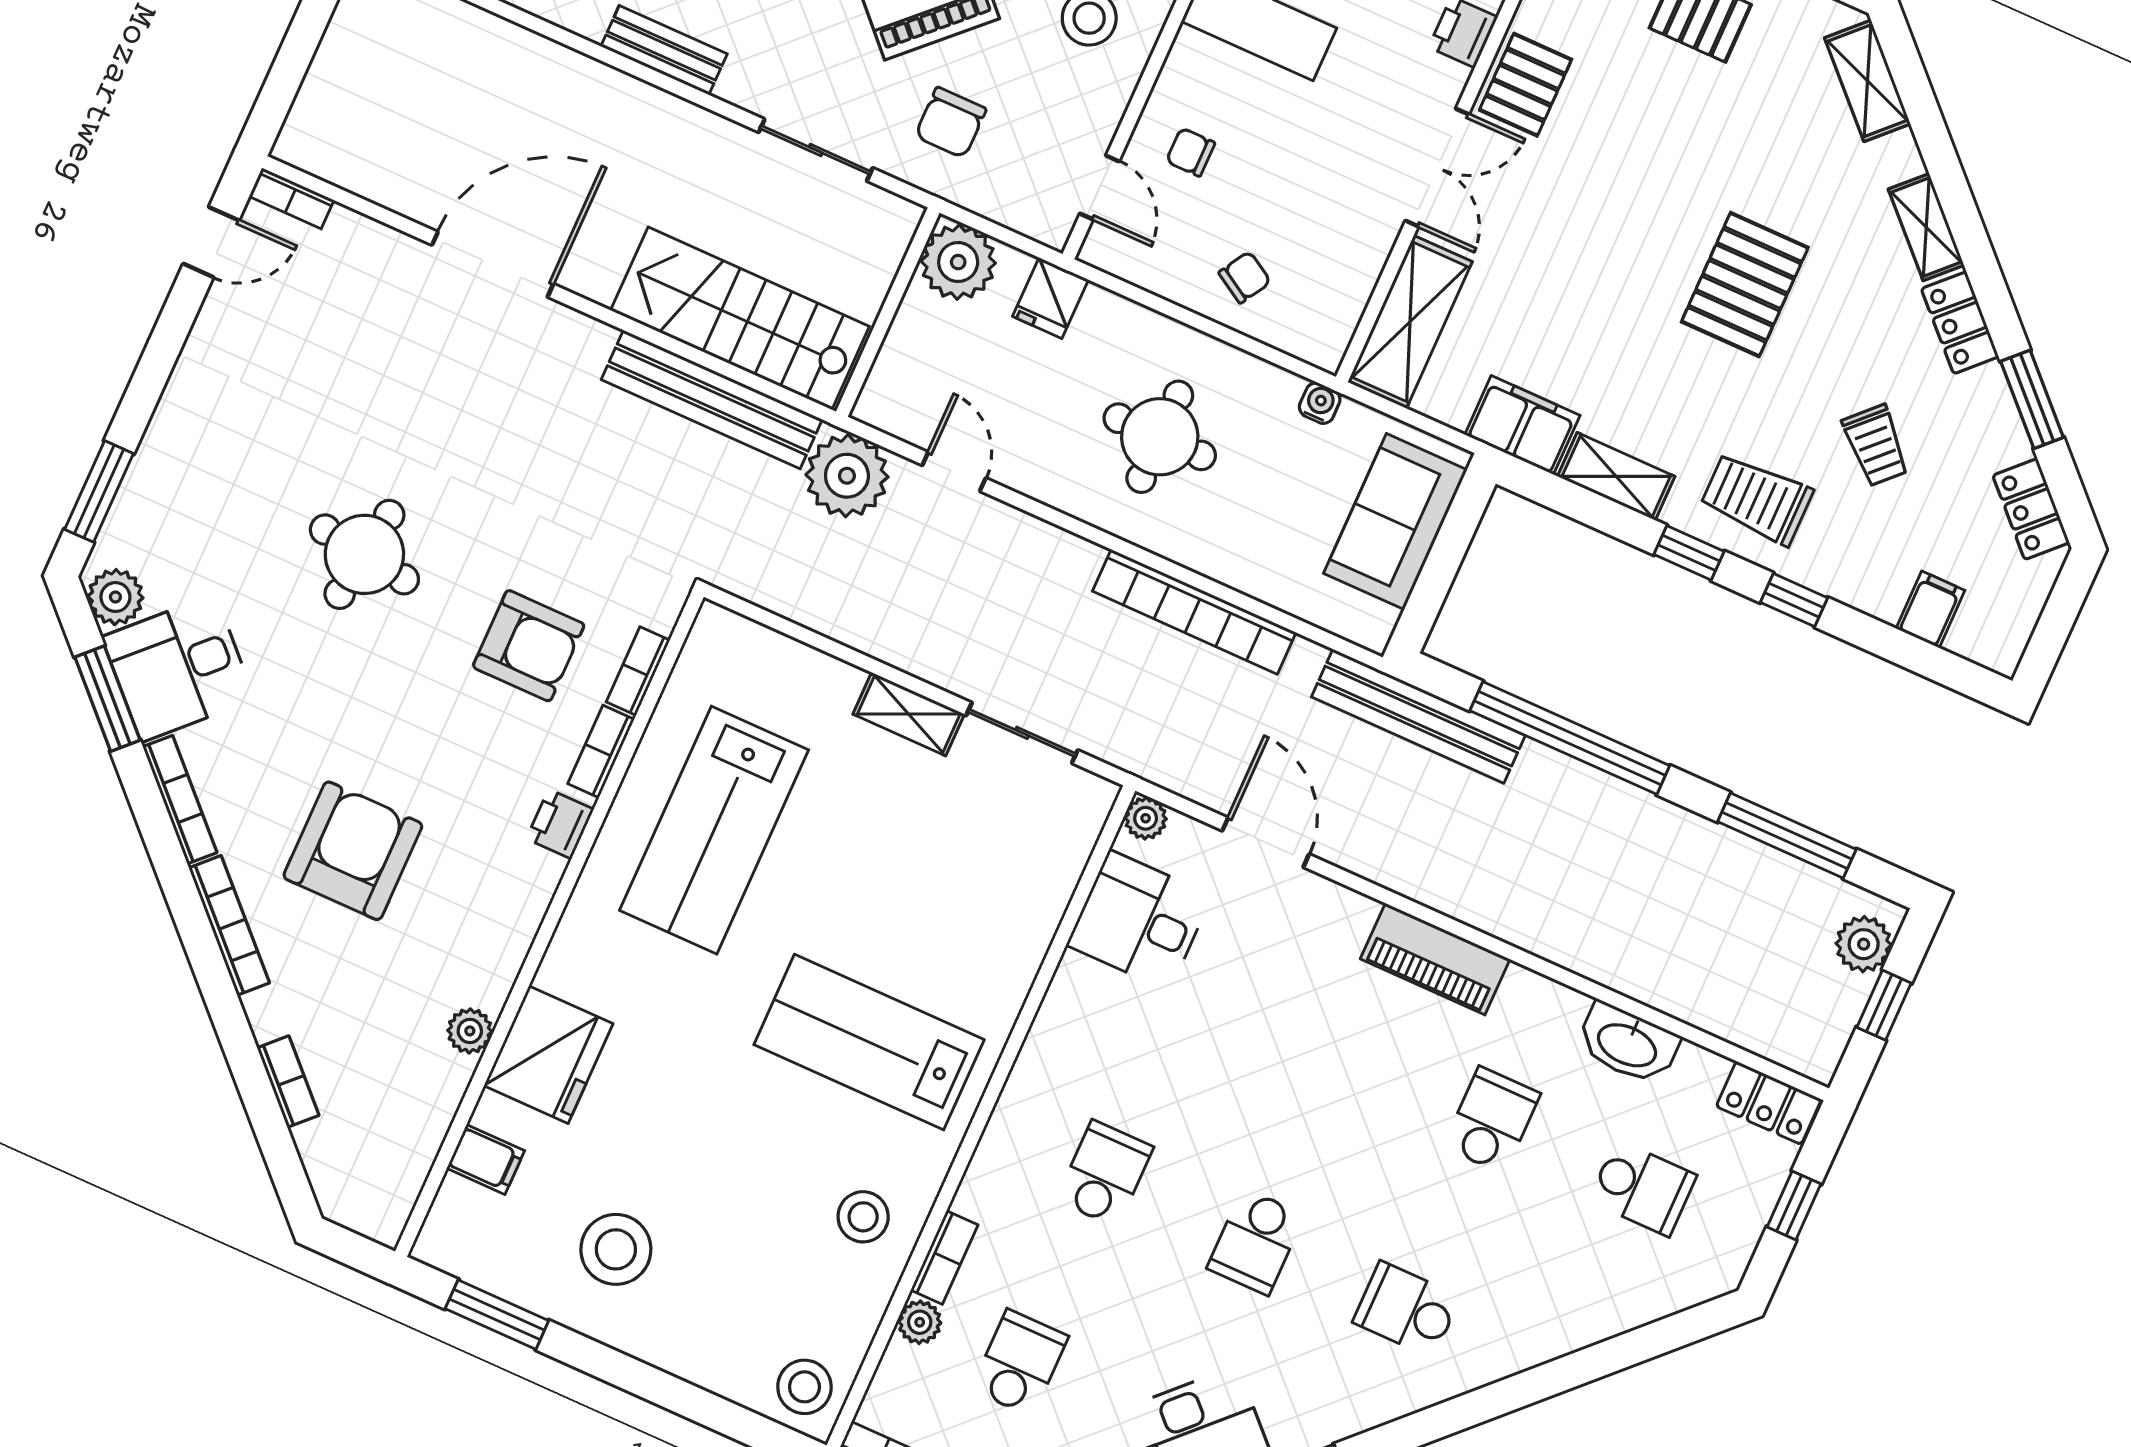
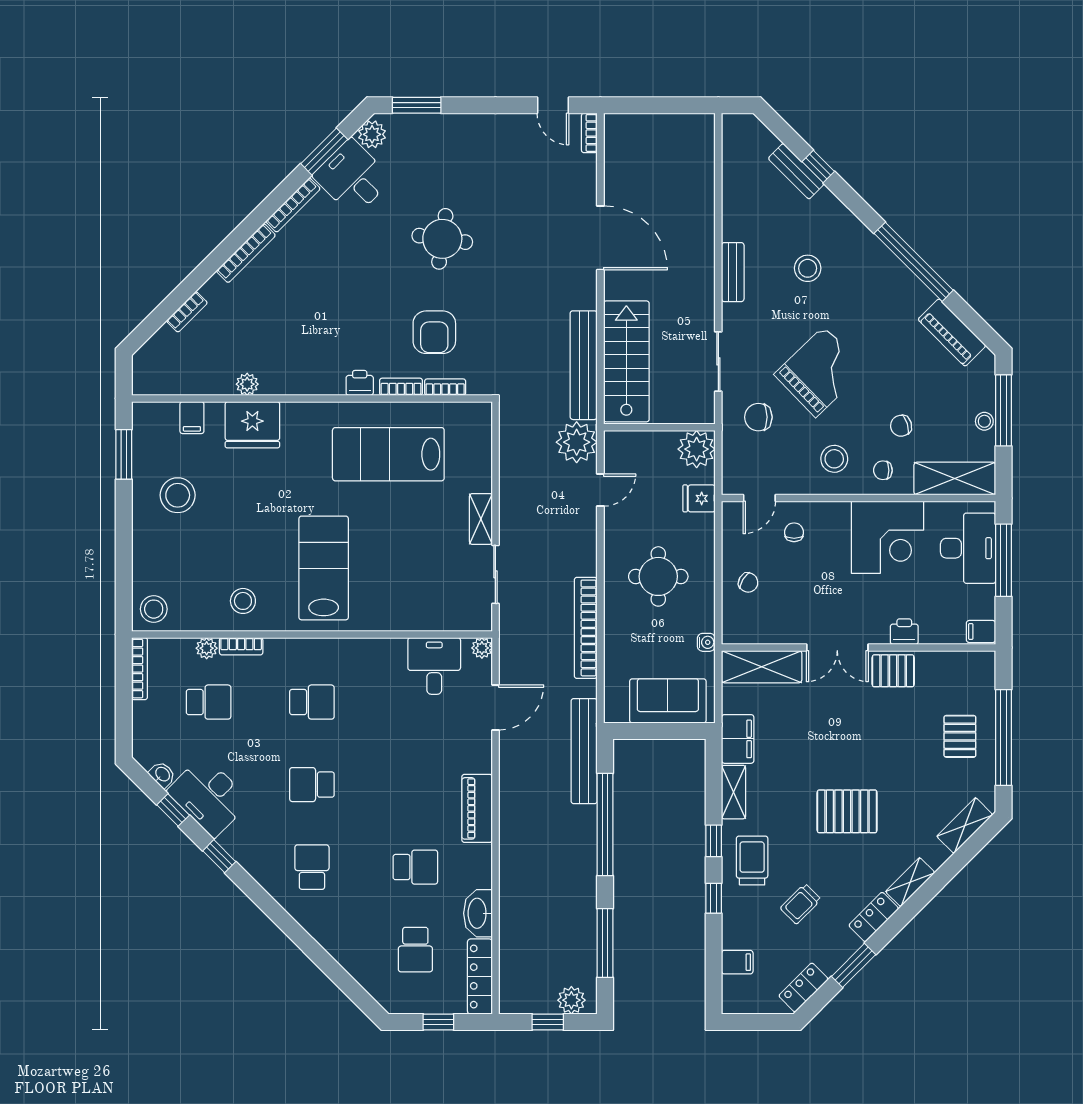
armchair: (353, 851) -> (305, 294), removed
locker: (1769, 1103) -> (480, 977), width x1.53

